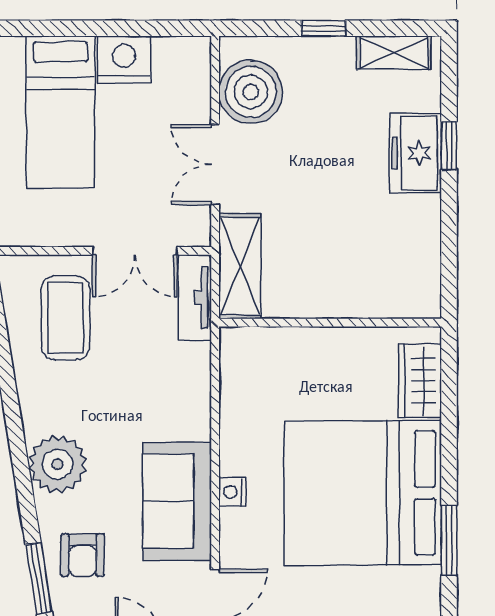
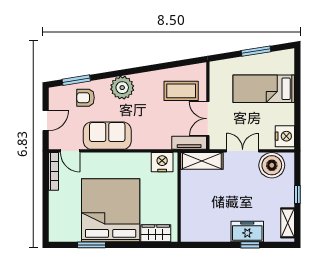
nightstand: (124, 60) -> (285, 136), moved
nightstand: (232, 492) -> (162, 162), moved, width x1.89, depth x1.79

